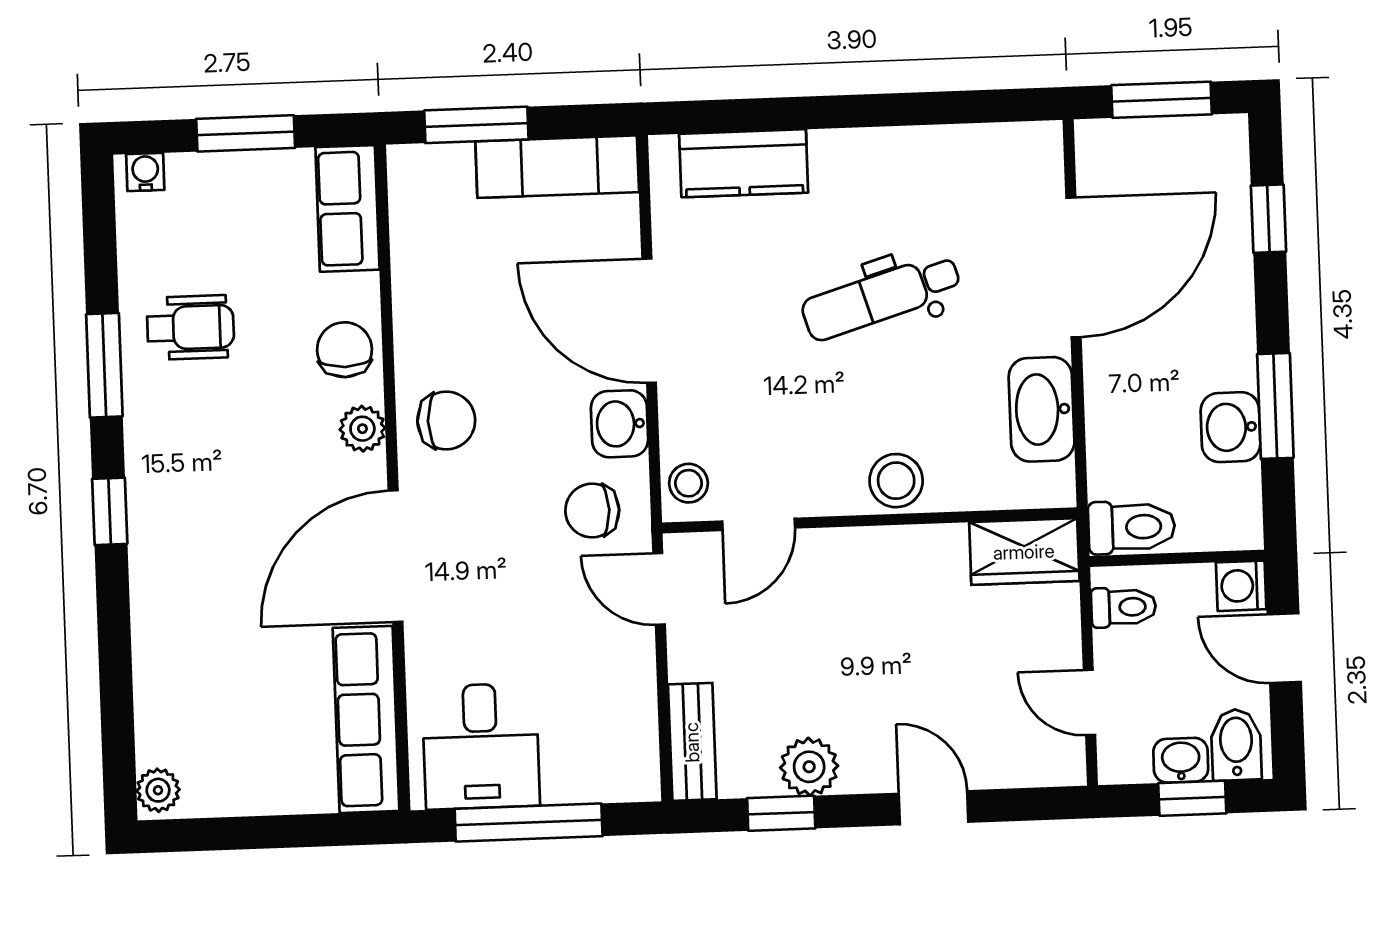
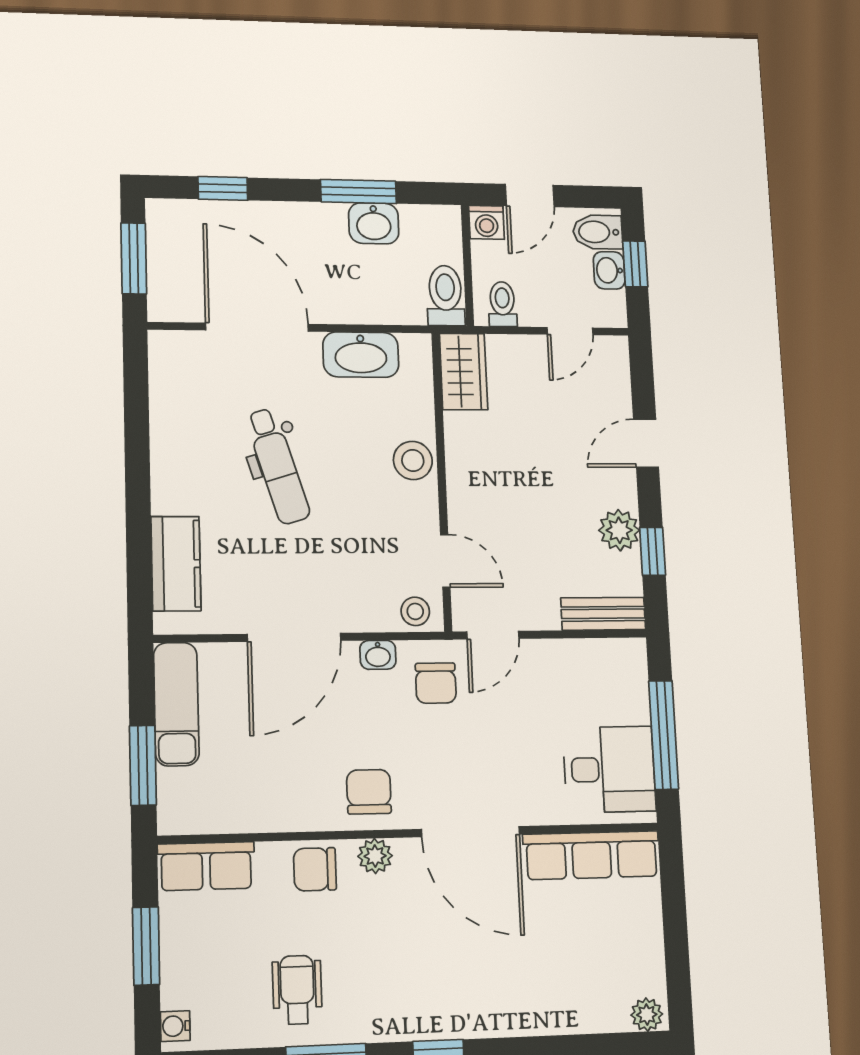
washbasin: (619, 424) -> (378, 655), width x0.72, depth x0.69

